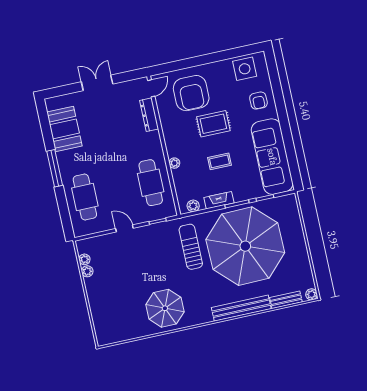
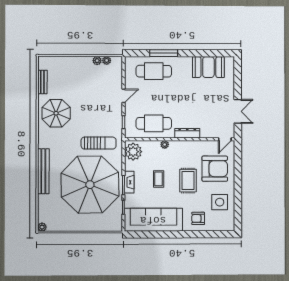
side table: (245, 69) -> (220, 202), moved
double door: (97, 83) -> (238, 111), moved
door: (151, 88) -> (225, 139), hinge flipped
armchair: (191, 93) -> (215, 169), turned 180
dresser: (149, 115) -> (187, 133), moved
window: (55, 168) -> (164, 53), moved
fireplace: (219, 200) -> (129, 182), moved
plant: (193, 206) -> (133, 152), width x1.87, depth x1.87
bench: (286, 300) -> (42, 82), moved

